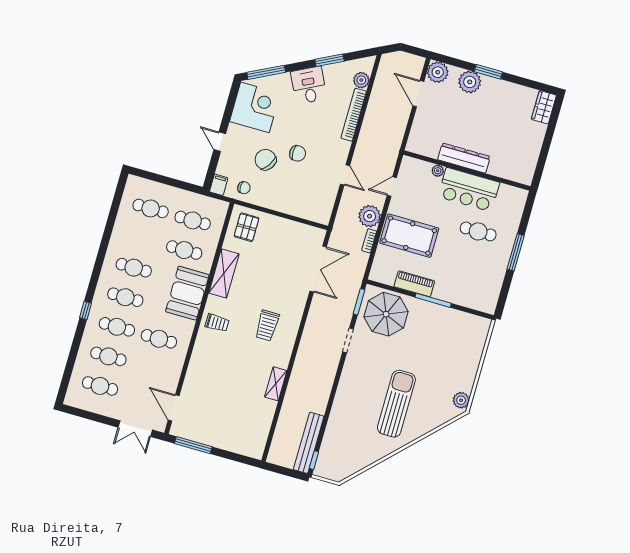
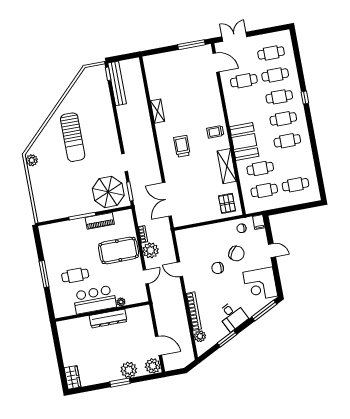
cafe table: (159, 339) -> (244, 81), moved

